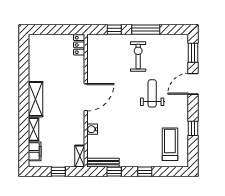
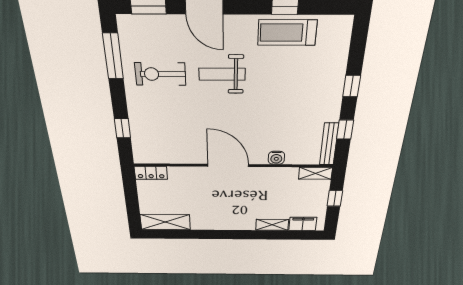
window: (146, 30) -> (113, 56), moved
exercise bike: (138, 56) -> (160, 74), moved
shelving: (35, 99) -> (165, 222), moved
treadmill: (170, 144) -> (287, 33), moved

